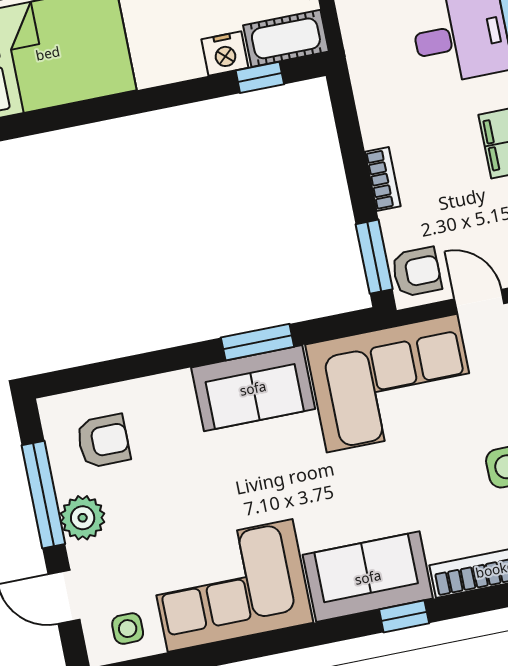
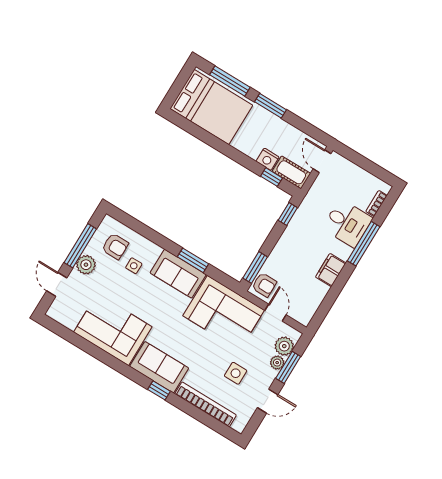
window: (345, 115) -> (288, 214), added
bookcase: (383, 179) -> (281, 245), removed
side table: (128, 629) -> (134, 266), moved

